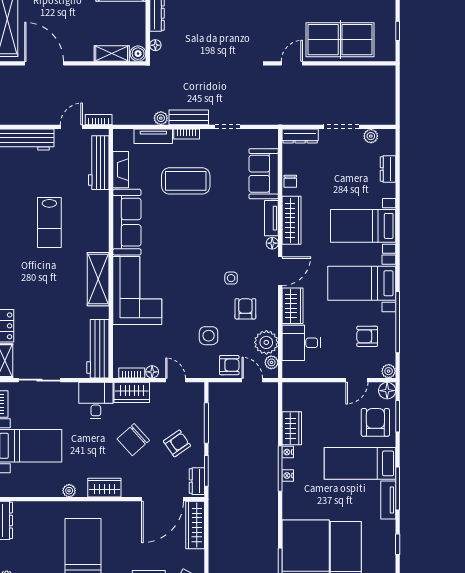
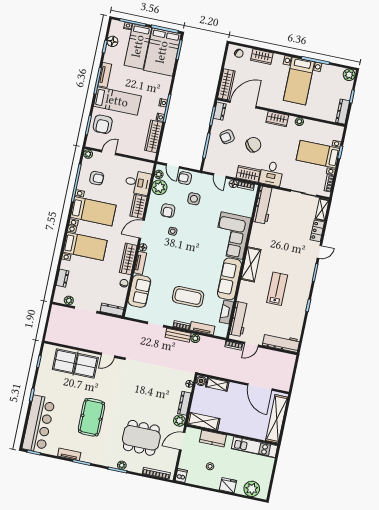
shelving: (98, 279) -> (251, 264), moved
floor lamp: (387, 391) -> (112, 41), moved
wardrobe: (292, 428) -> (154, 136), width x1.50

